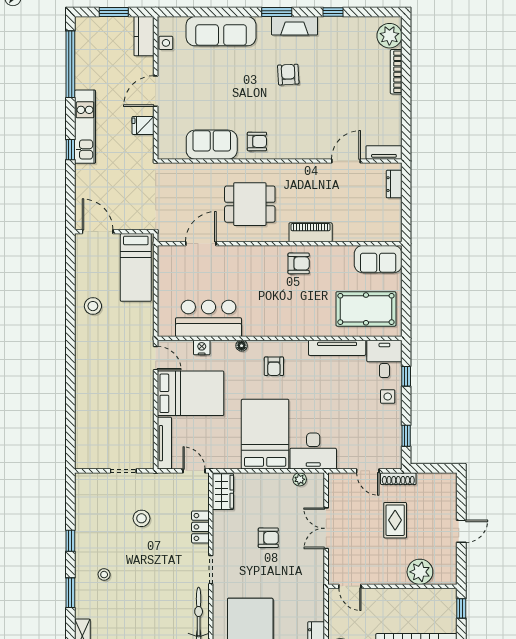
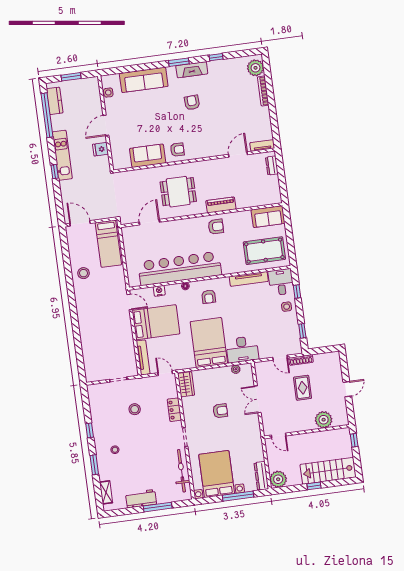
kitchen counter: (144, 36) -> (55, 101), moved, turned 180
bar counter: (208, 318) -> (180, 268), width x1.86

